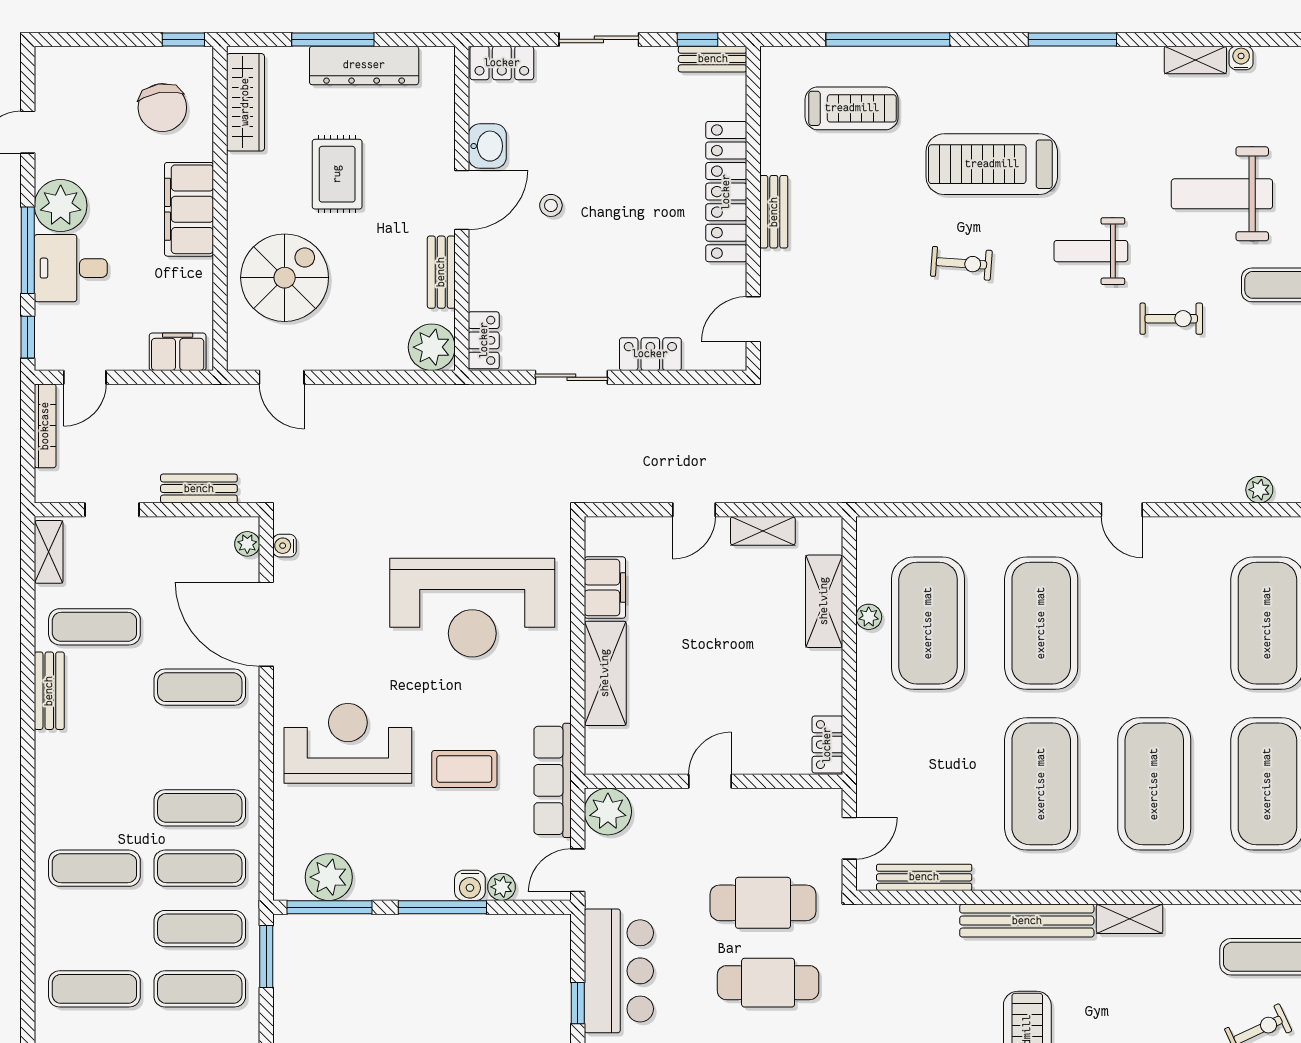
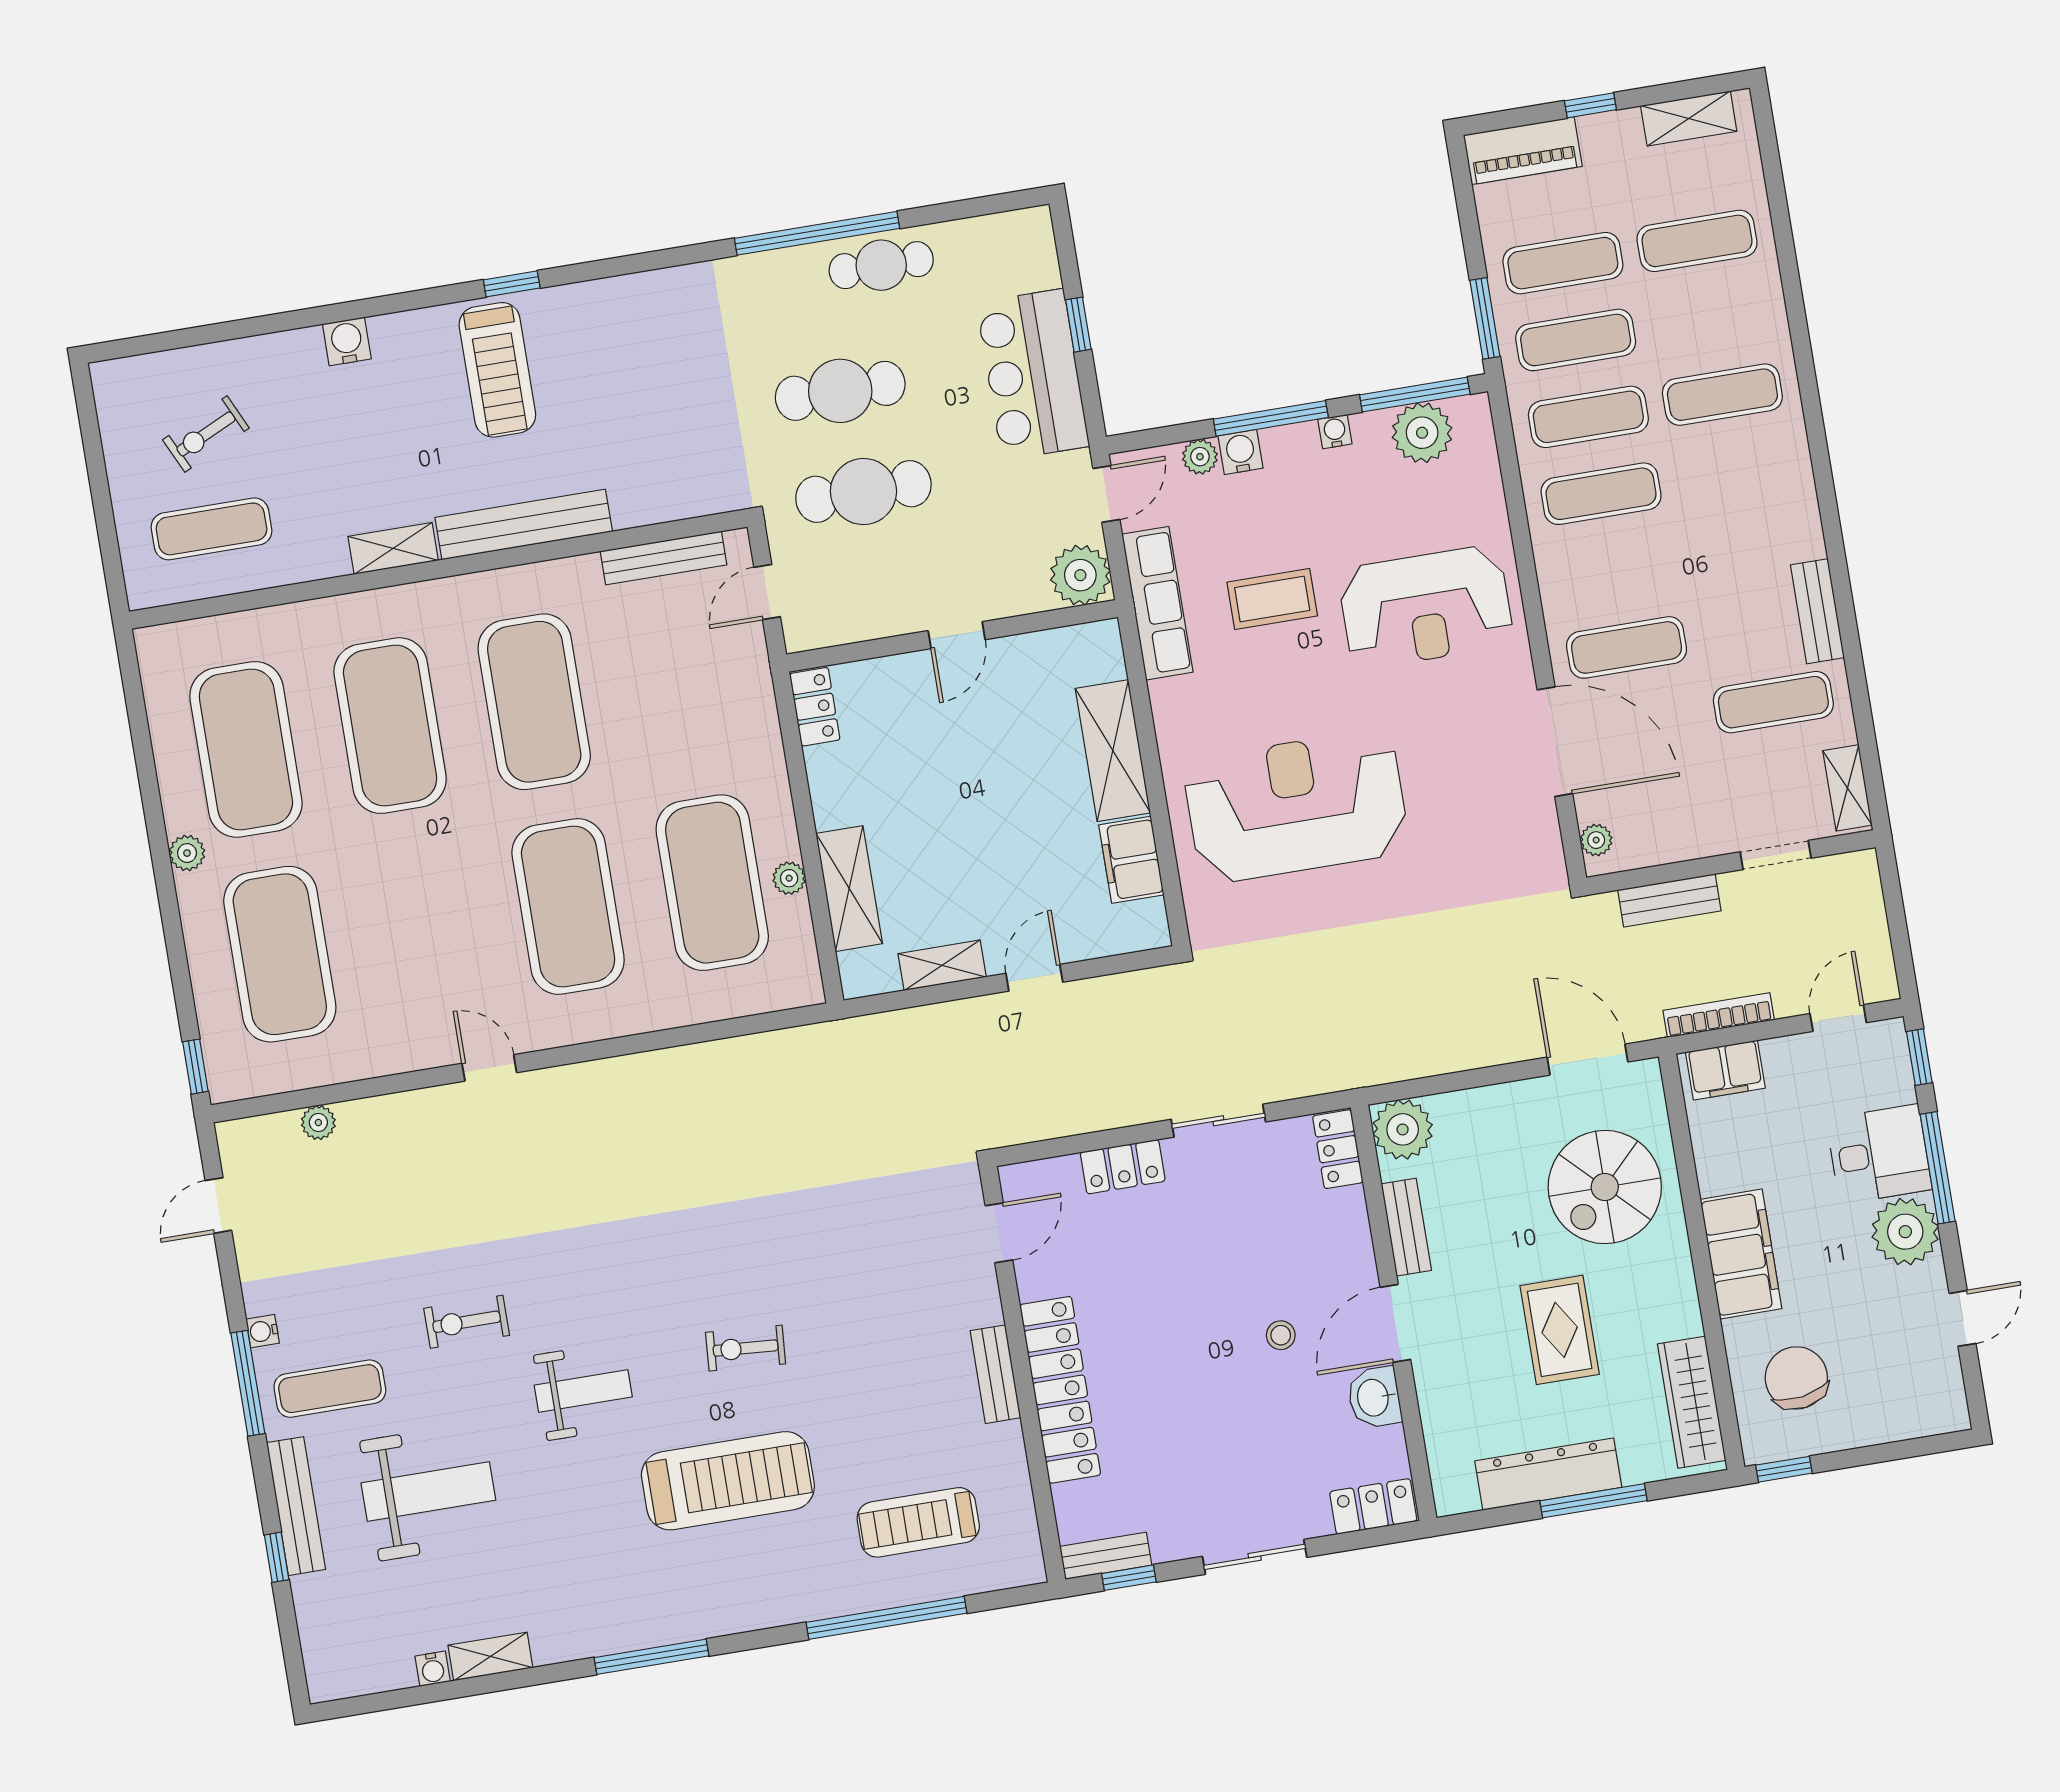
door: (282, 377) -> (1587, 1060), width x1.38
bookcase: (45, 426) -> (1719, 1015), moved, turned 90
water cooler: (285, 546) -> (1335, 432), moved, turned -90

